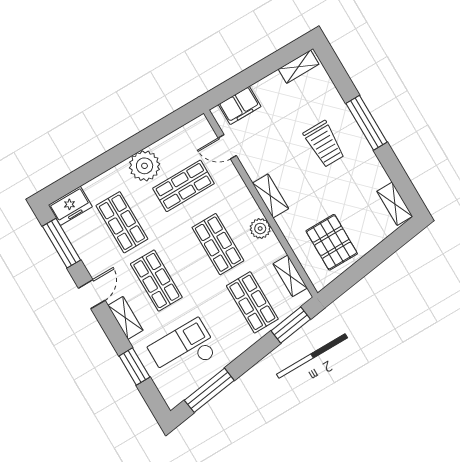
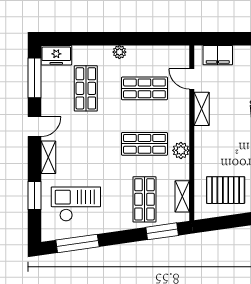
plant: (145, 166) -> (119, 52), width x0.53, depth x0.53
shelving: (270, 196) -> (202, 109), moved
pallet: (332, 242) -> (226, 190), turned 90
shop shelf: (218, 244) -> (144, 144), turned 90
shop shelf: (156, 281) -> (86, 144), removed

